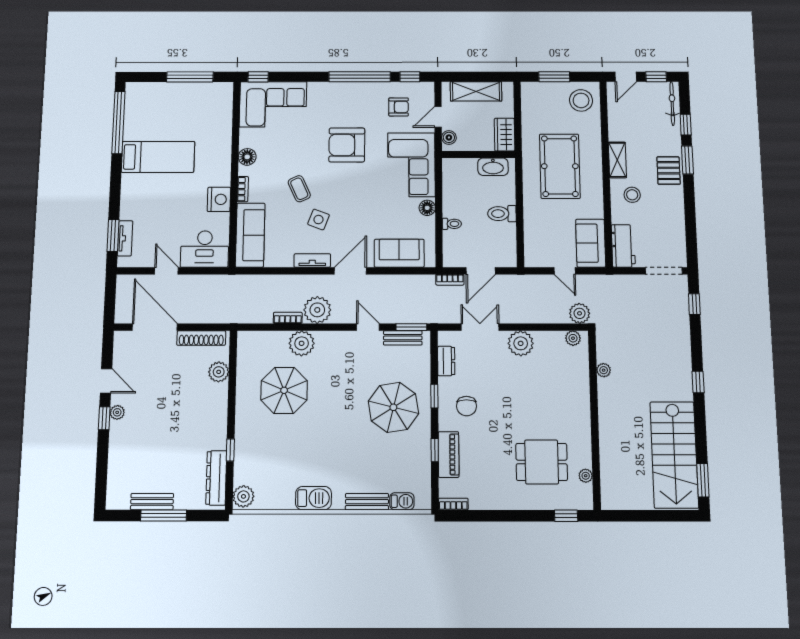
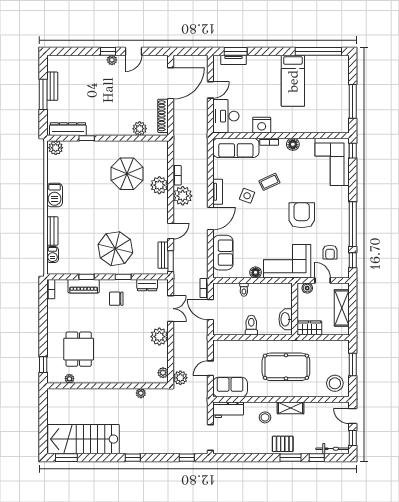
door: (350, 271) -> (210, 218), hinge flipped

